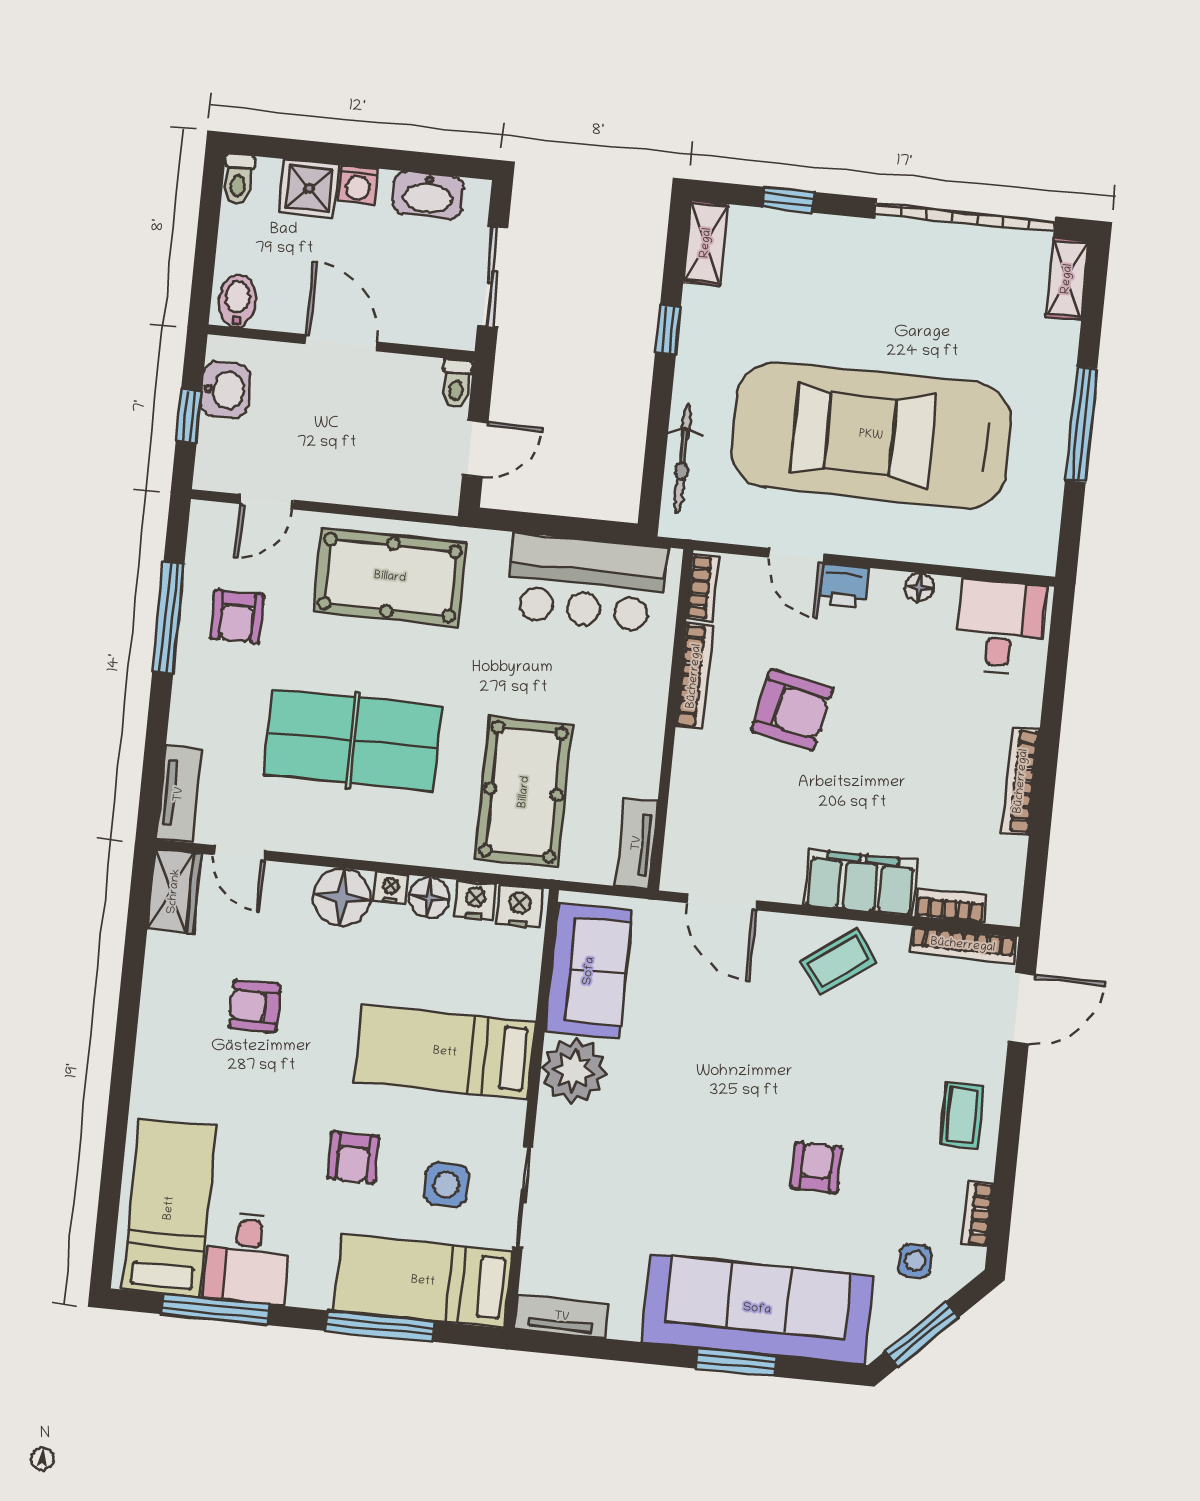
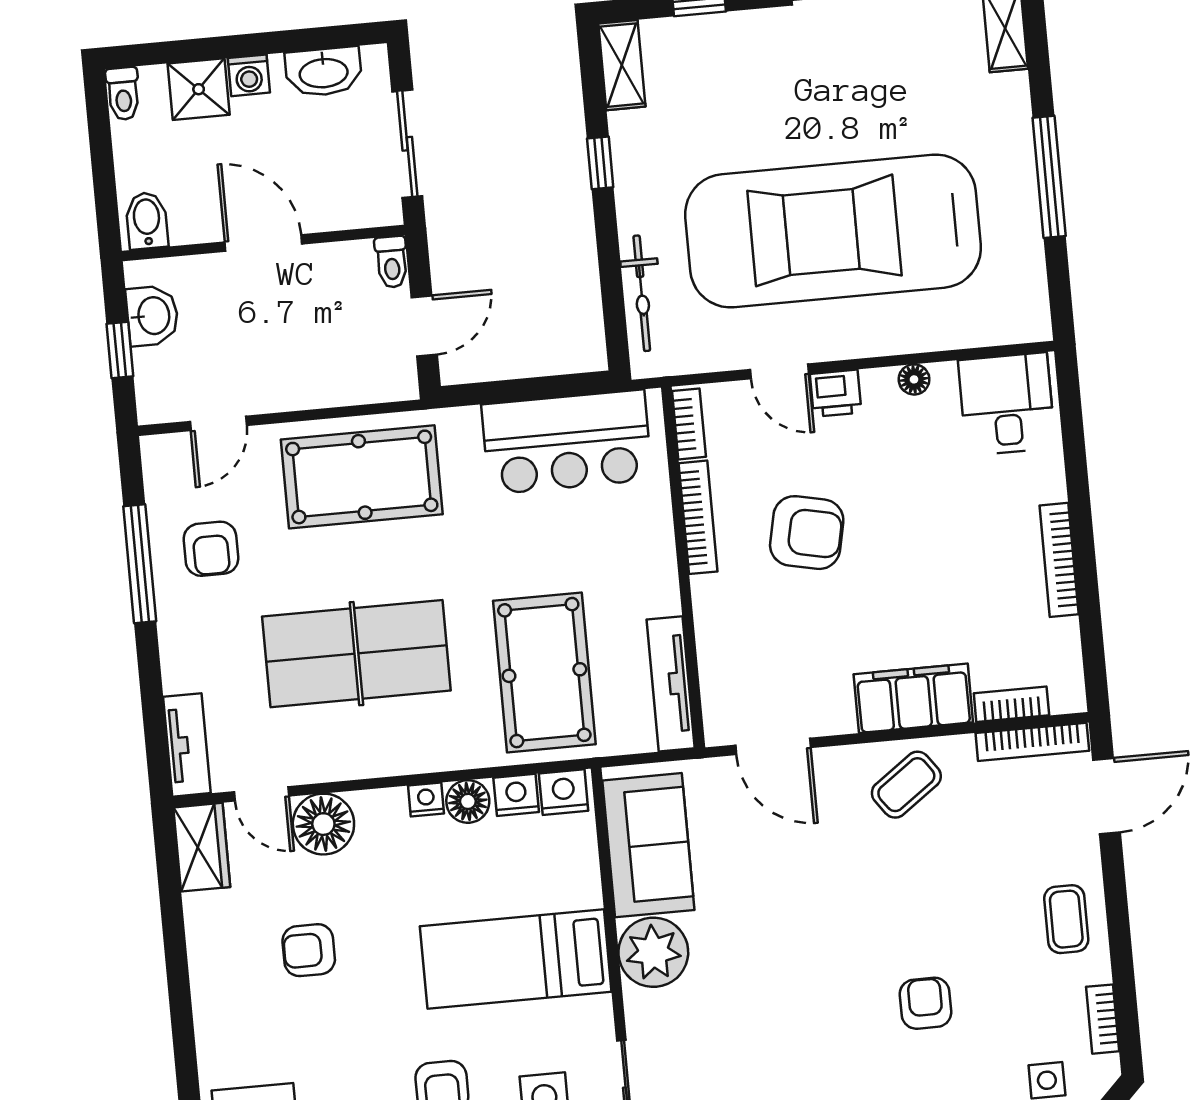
tv unit: (637, 843) -> (671, 684), width x1.41
floor lamp: (342, 897) -> (323, 824), moved

